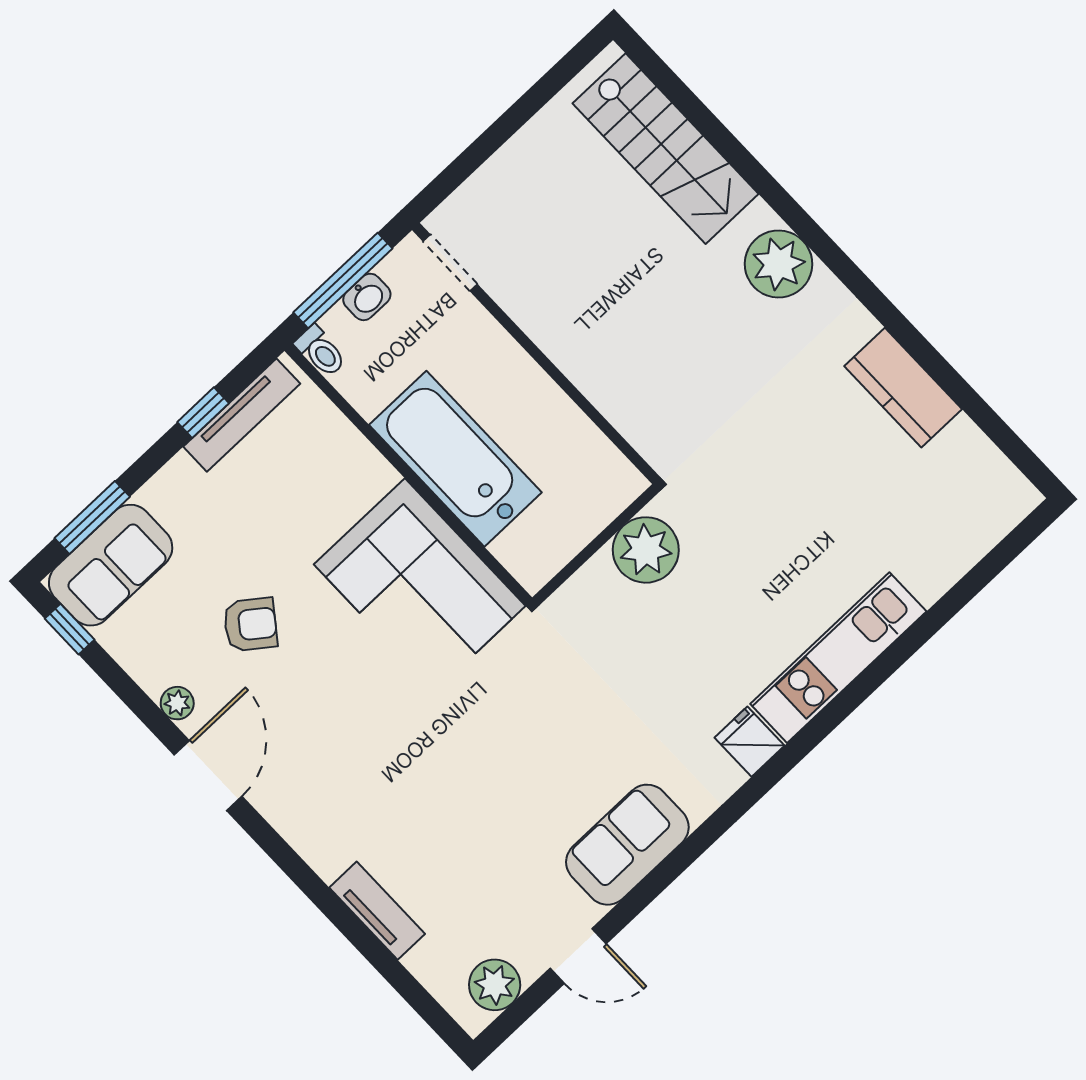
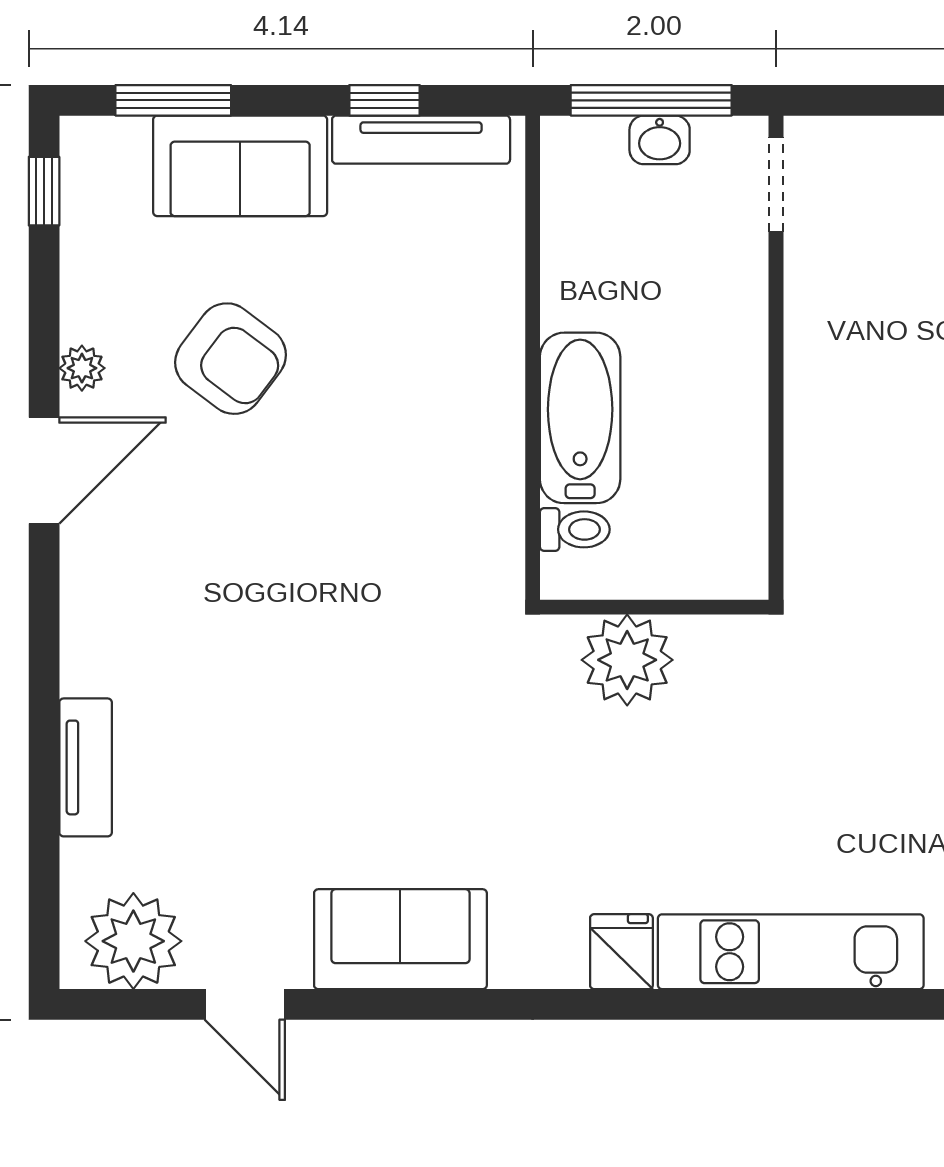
toilet: (321, 351) -> (575, 529), moved, turned -90
bathtub: (455, 459) -> (580, 418), width x0.73, depth x0.73
plant: (646, 550) -> (627, 660), moved
sofa: (111, 565) -> (240, 166), moved
corner sofa: (420, 585) -> (438, 480), removed
armchair: (250, 624) -> (231, 359), width x1.38, depth x1.38
plant: (495, 985) -> (133, 941), width x1.36, depth x1.36

